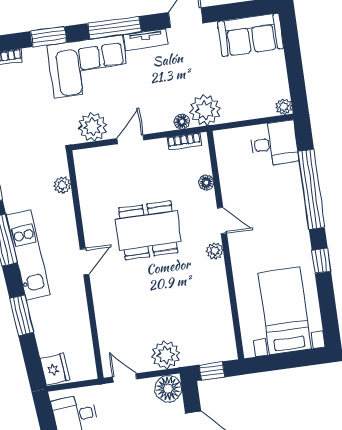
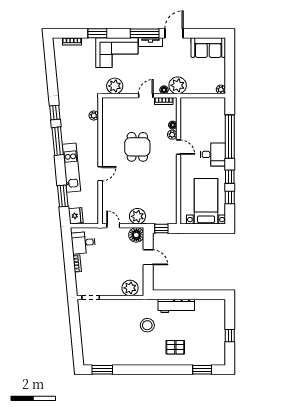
window: (114, 28) -> (145, 33), moved
door: (130, 139) -> (146, 96), moved
desk: (274, 144) -> (213, 154), moved
dining table: (148, 230) -> (137, 147), width x0.73
plant: (215, 251) -> (172, 135), moved
kitchen unit: (28, 255) -> (71, 168), moved
door: (85, 262) -> (100, 174), moved
window: (327, 298) -> (230, 197), added
window: (22, 315) -> (63, 196), moved

